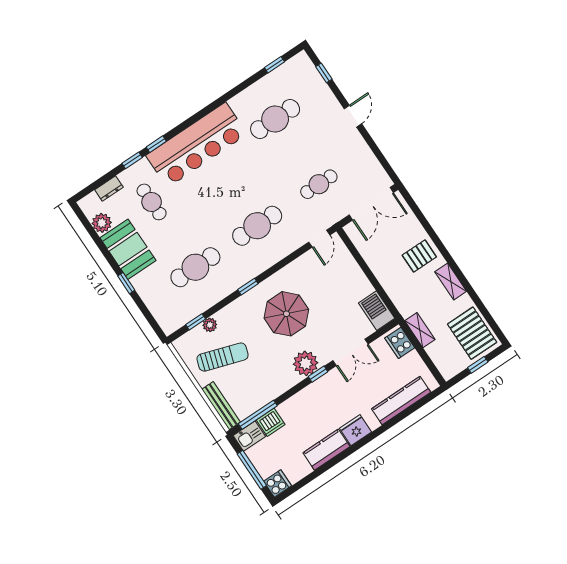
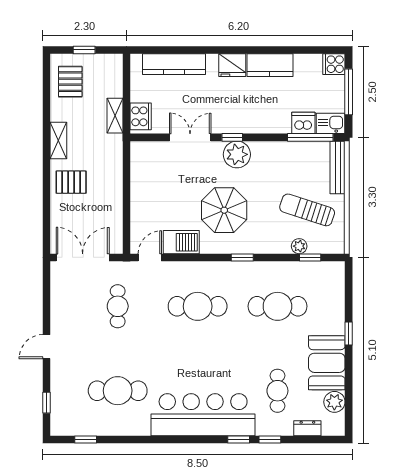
cafe table: (319, 184) -> (118, 306), turned 90
barbecue: (377, 311) -> (181, 242), moved, turned -90
pallet: (472, 333) -> (70, 82), width x0.67, depth x0.71

